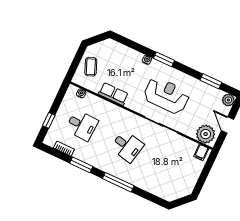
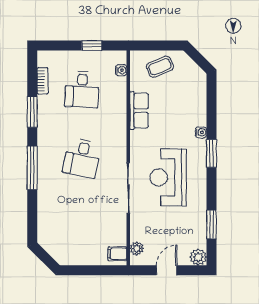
reception desk: (166, 95) -> (168, 177), turned 180
window: (49, 120) -> (92, 45), moved
plant: (206, 134) -> (137, 248), width x0.53, depth x0.53

